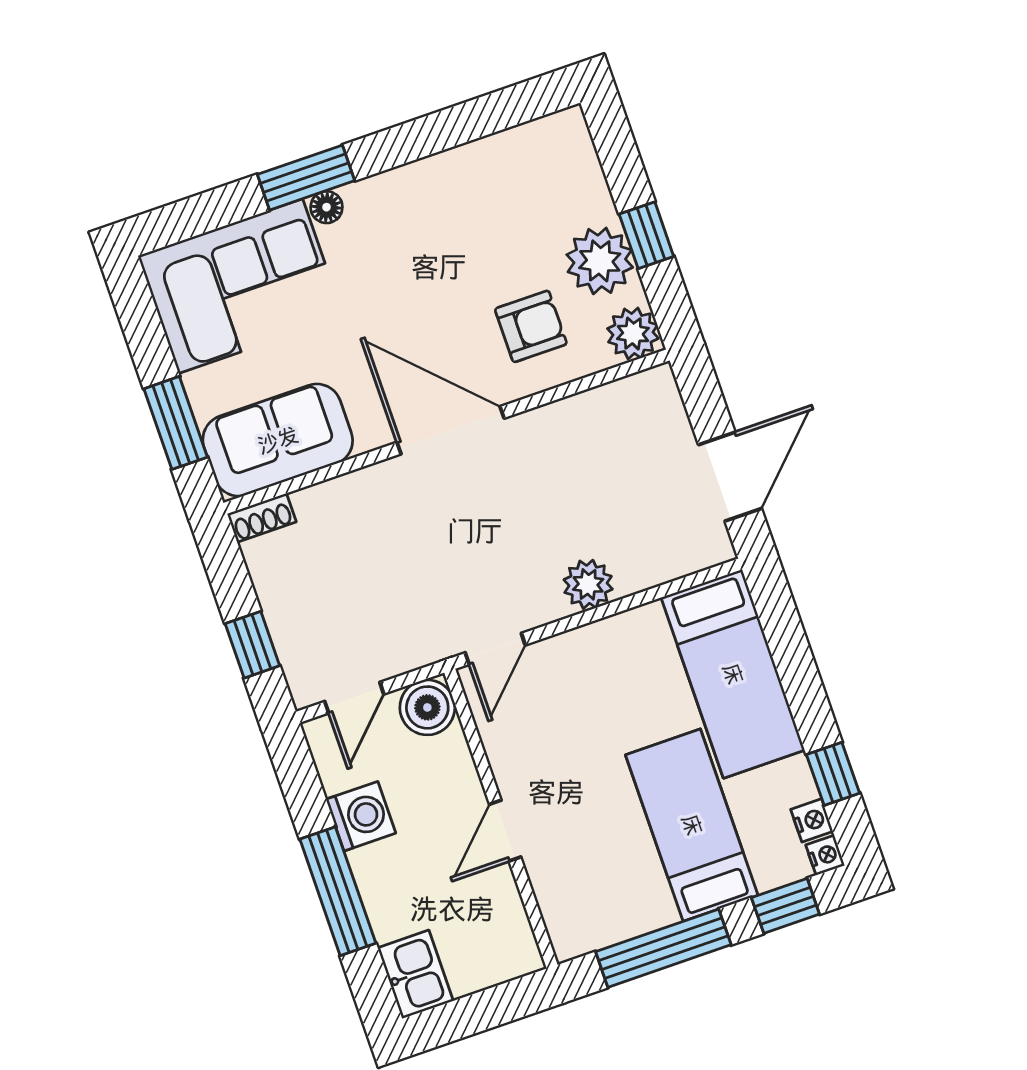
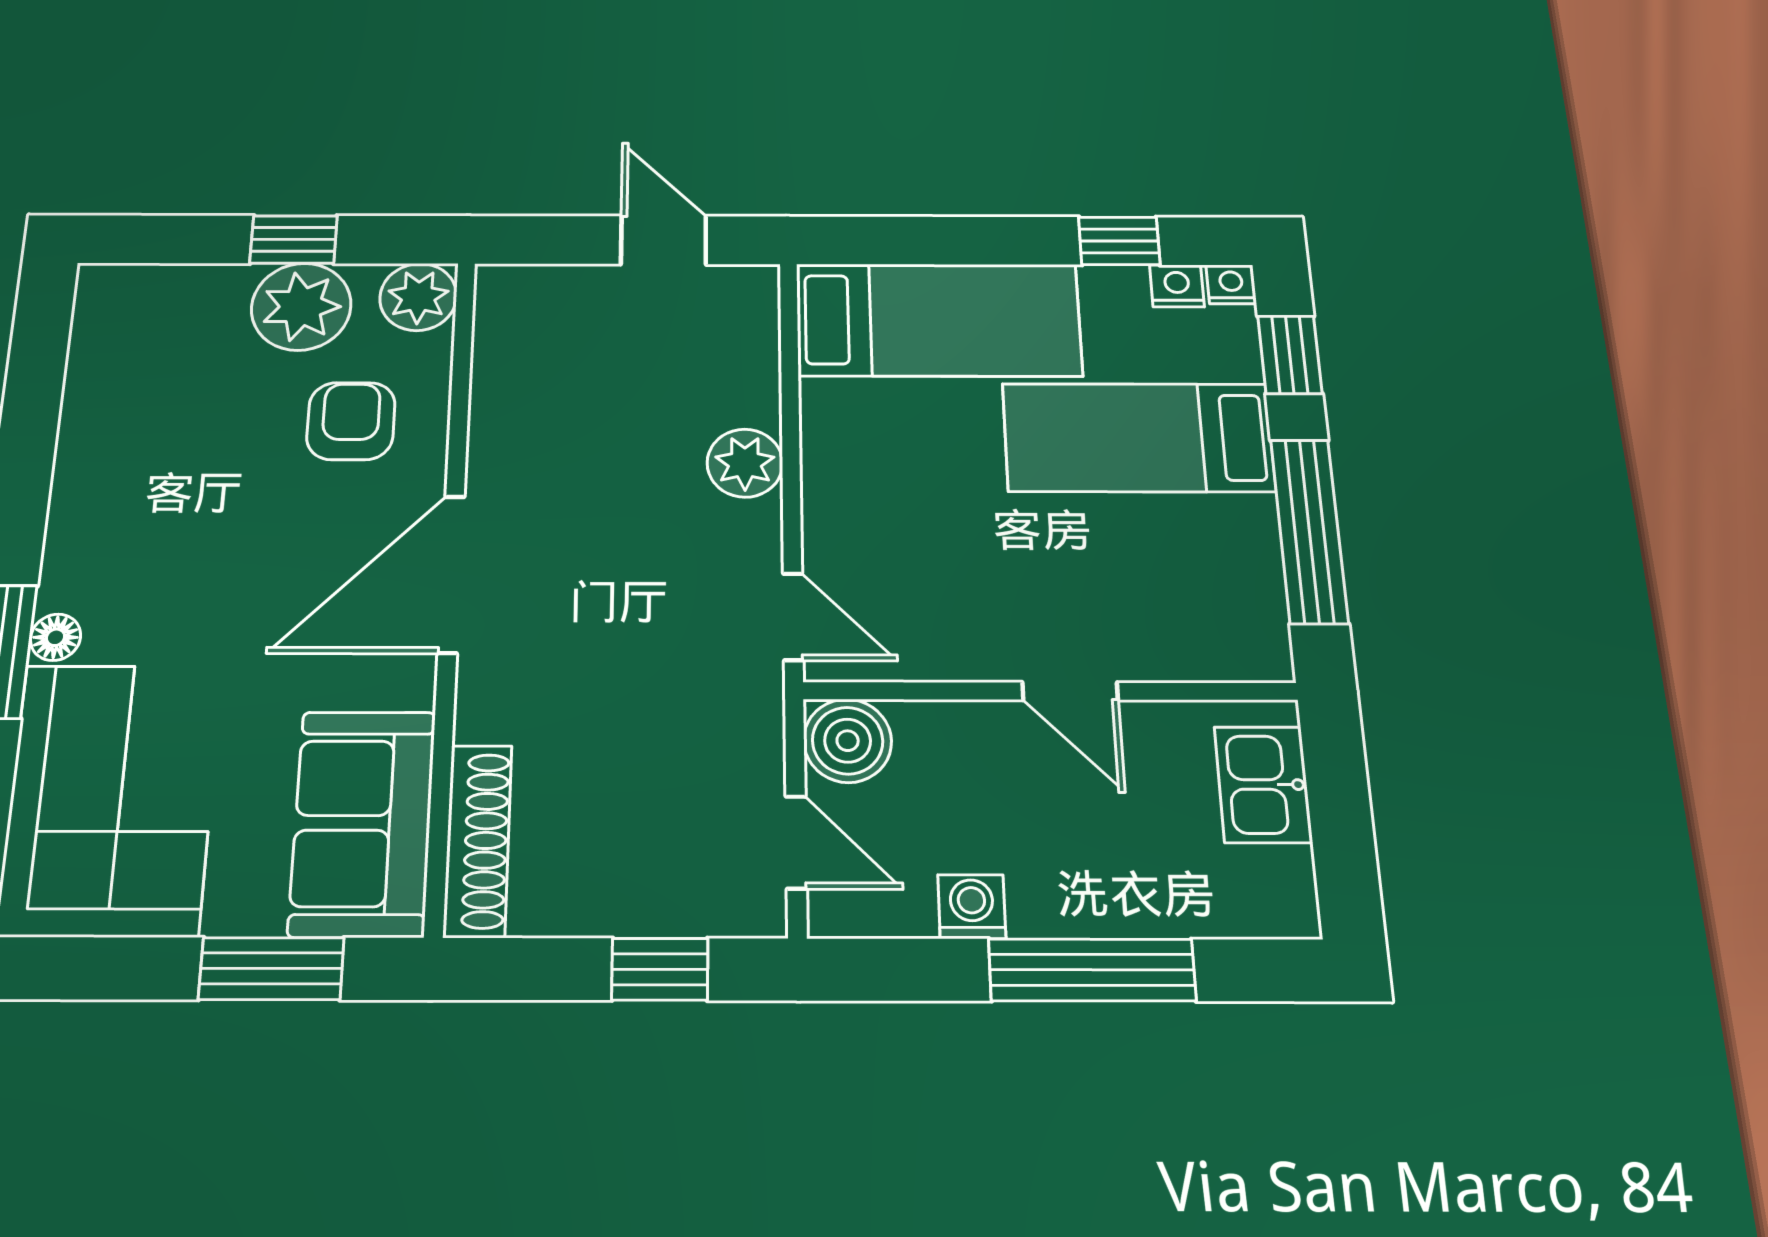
door: (730, 477) -> (664, 240), width x0.73
shoe rack: (262, 518) -> (478, 840), width x1.94, depth x1.24
washing machine: (361, 816) -> (972, 907), width x0.73, depth x0.73
kitchen sink: (415, 974) -> (1263, 784), moved, turned -90

